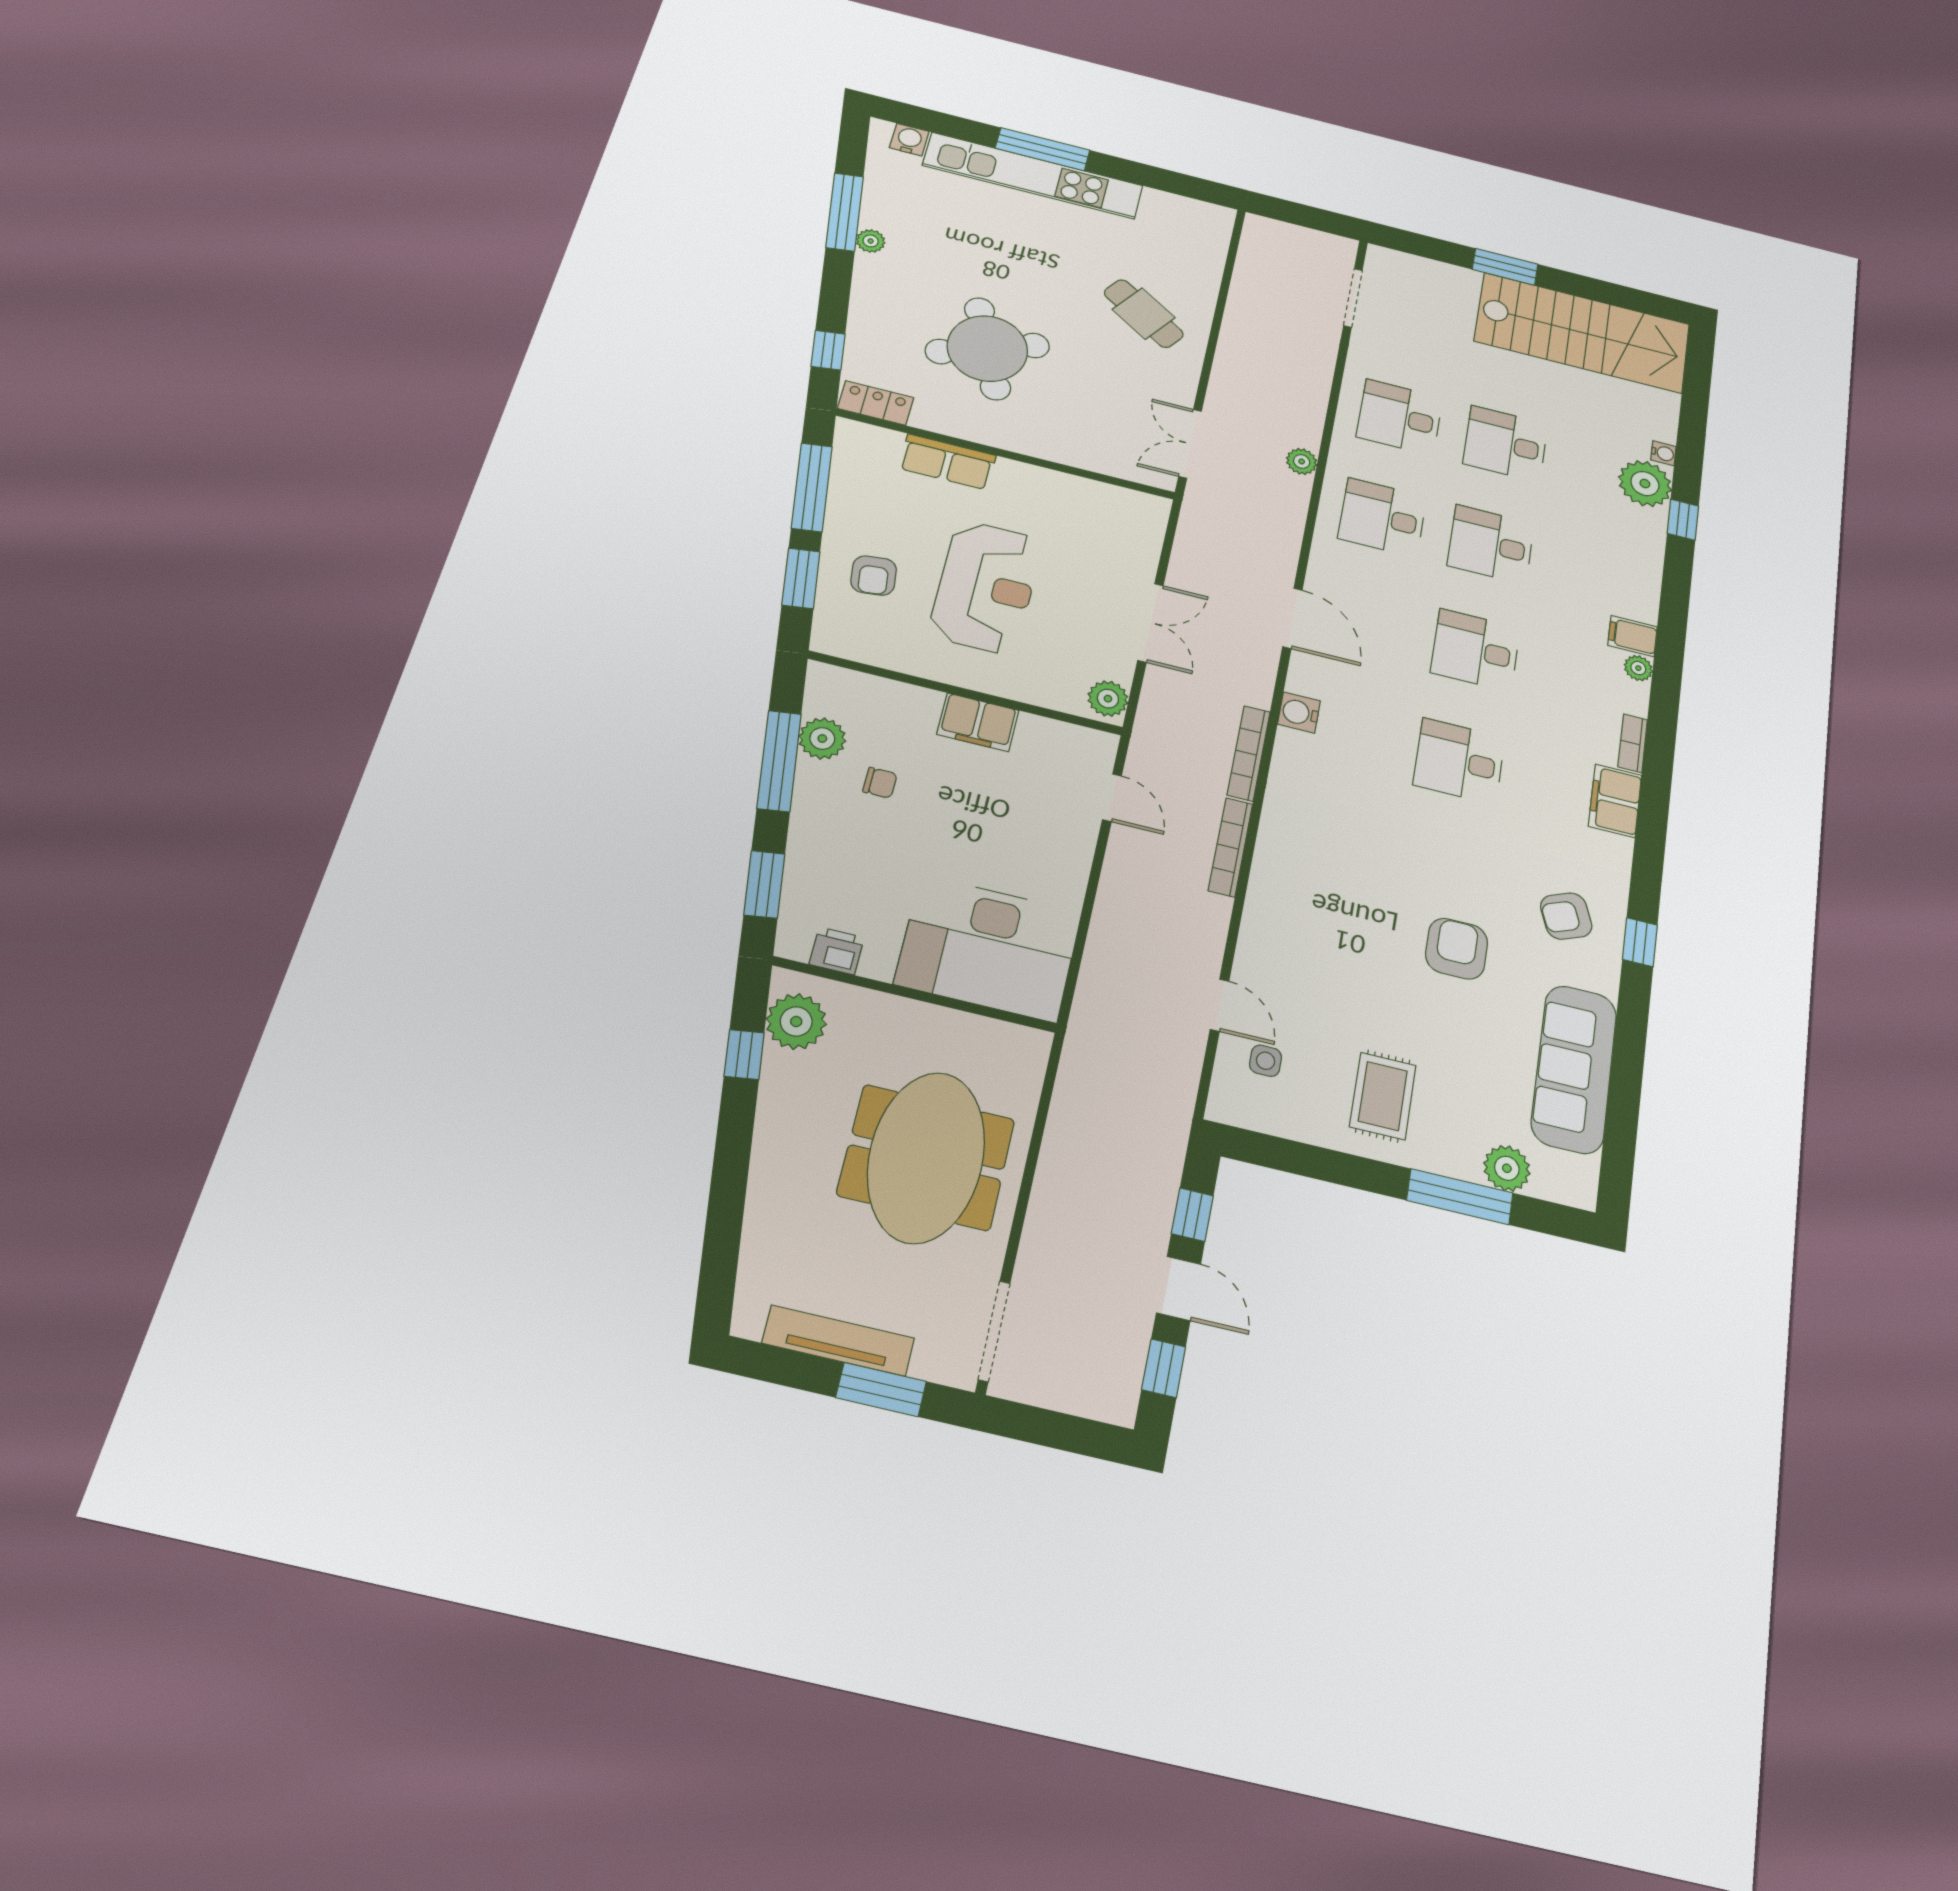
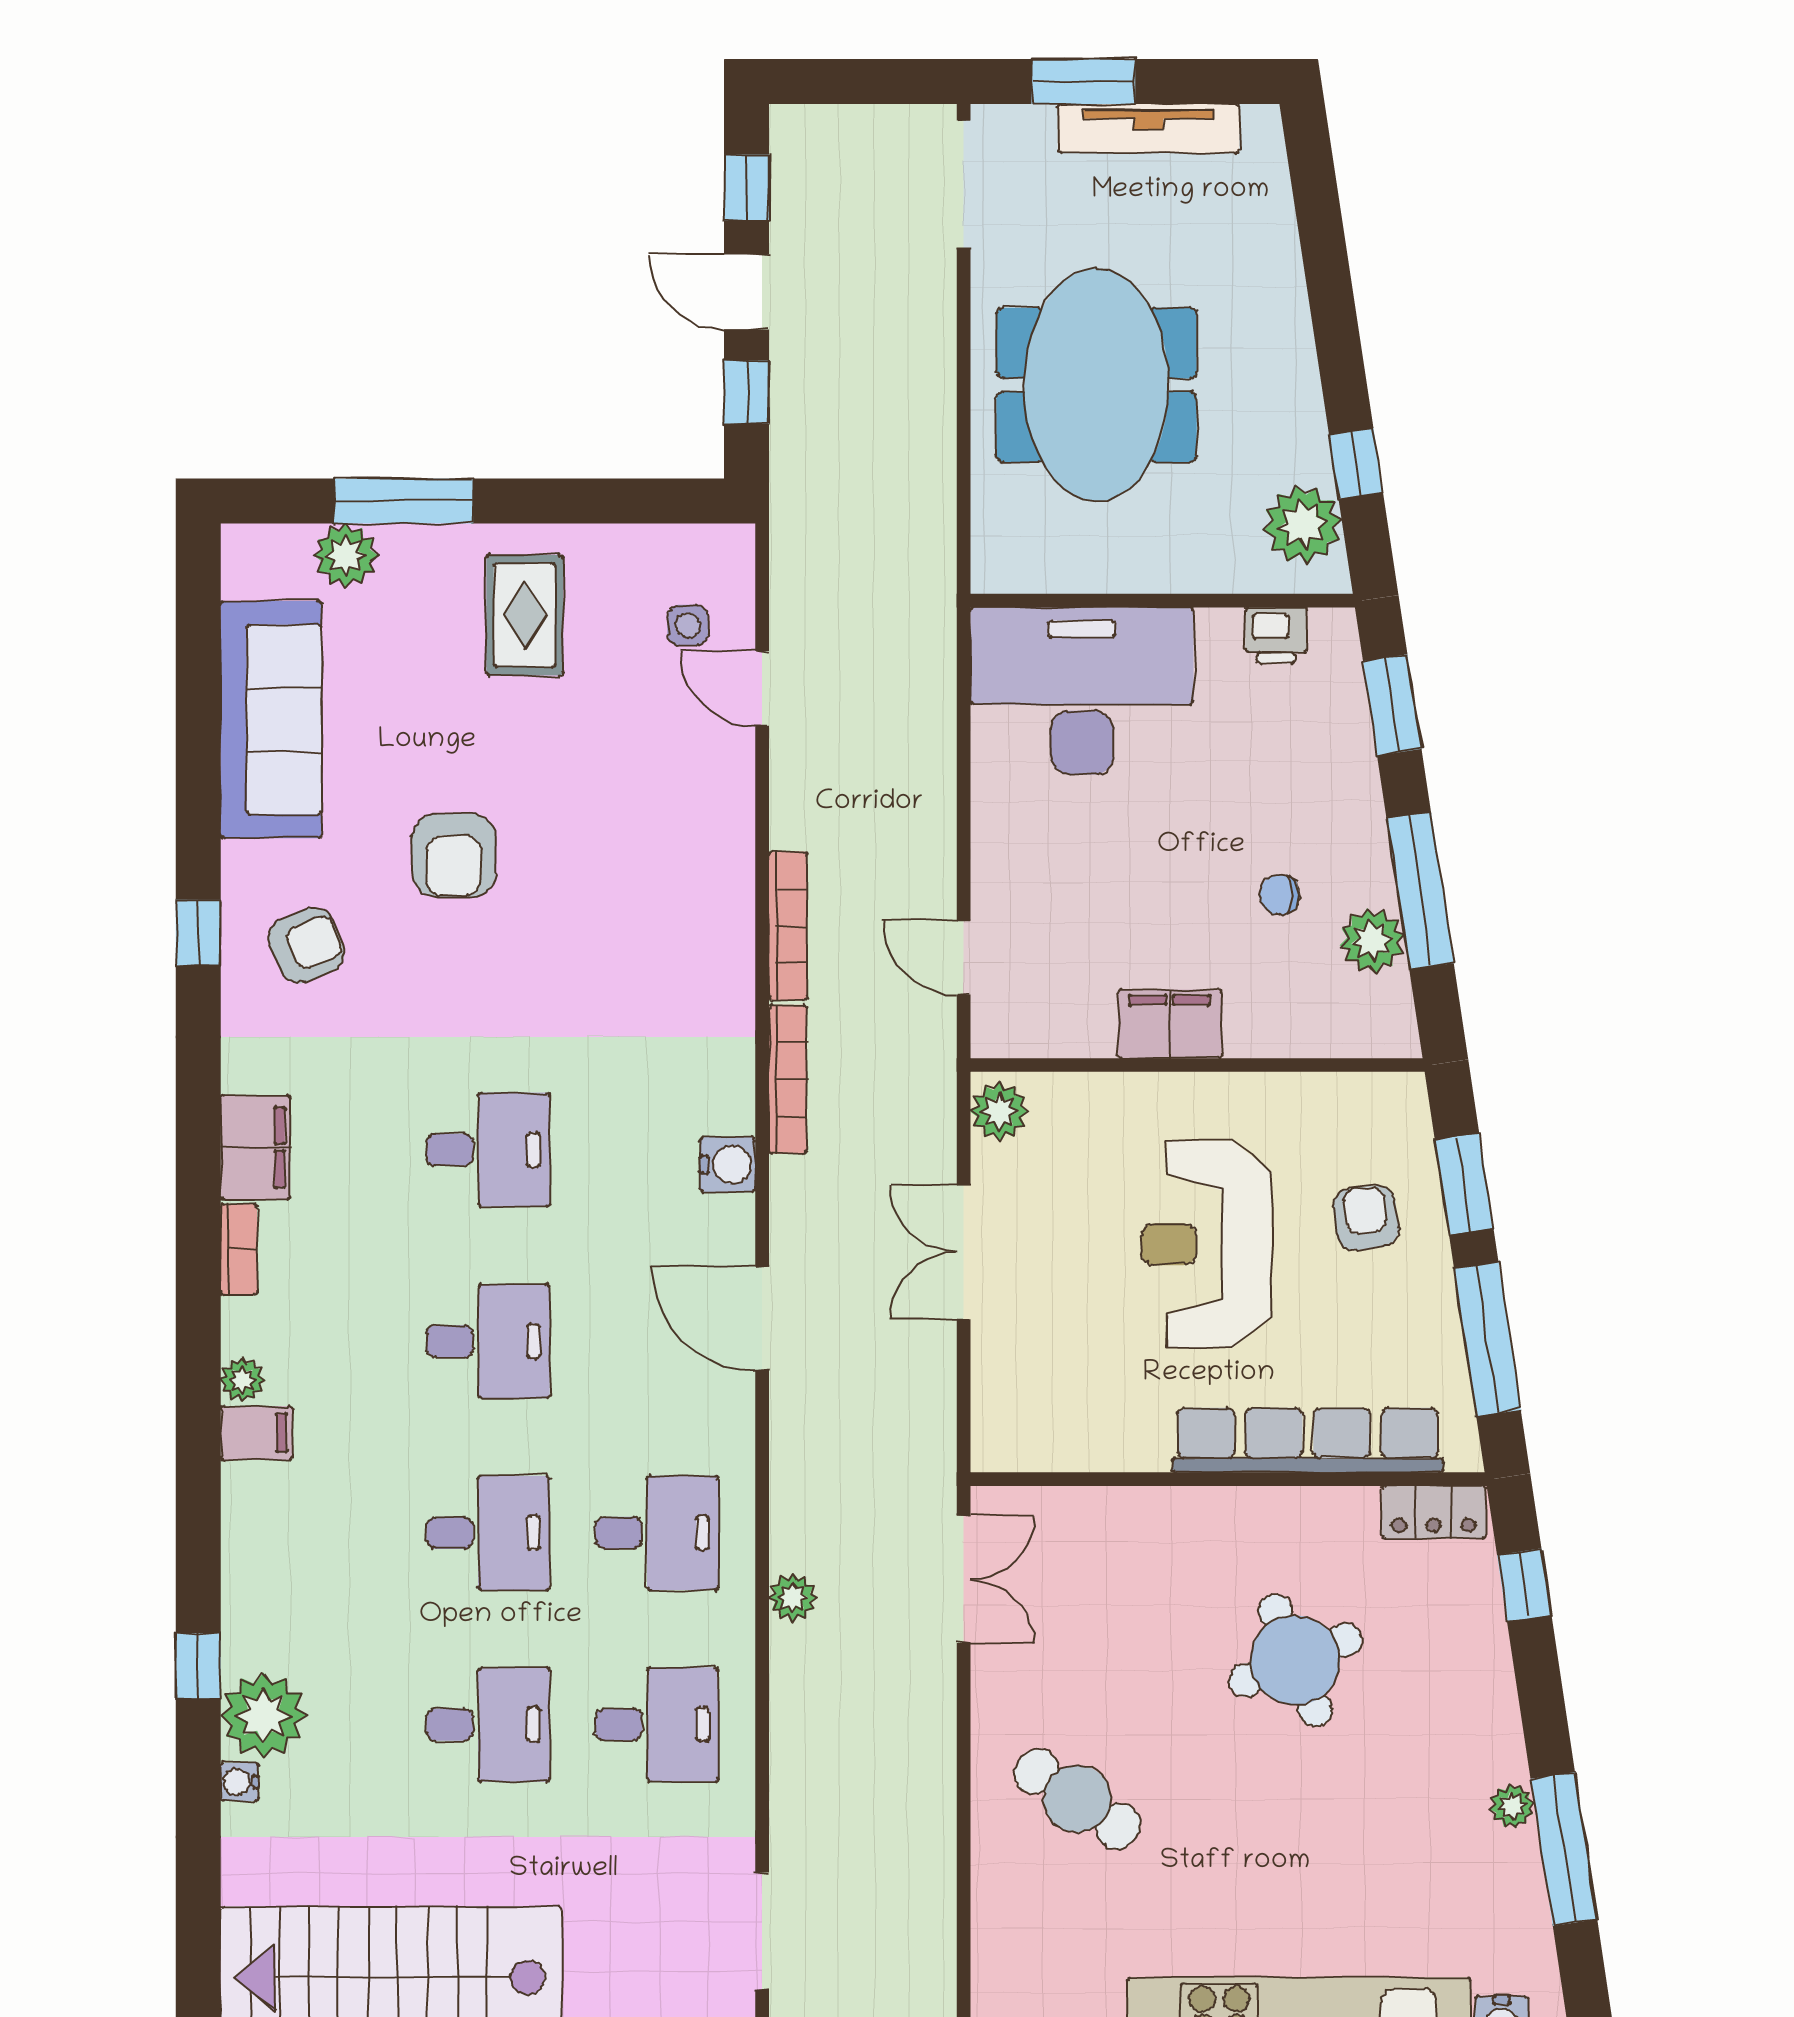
round table: (987, 349) -> (1295, 1660), width x0.73, depth x0.73
row of seats: (947, 462) -> (1308, 1440), width x2.02

